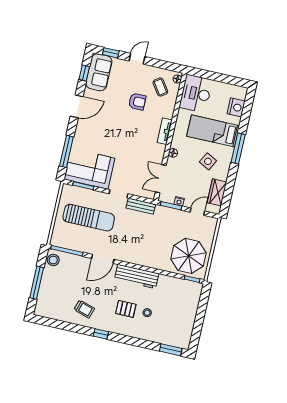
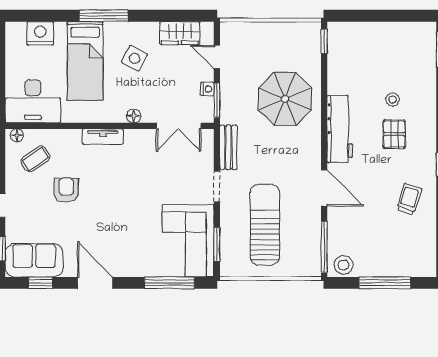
parasol: (189, 256) -> (285, 99), moved

